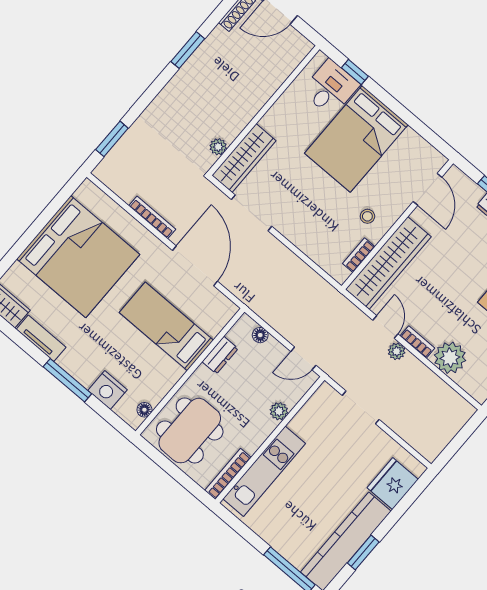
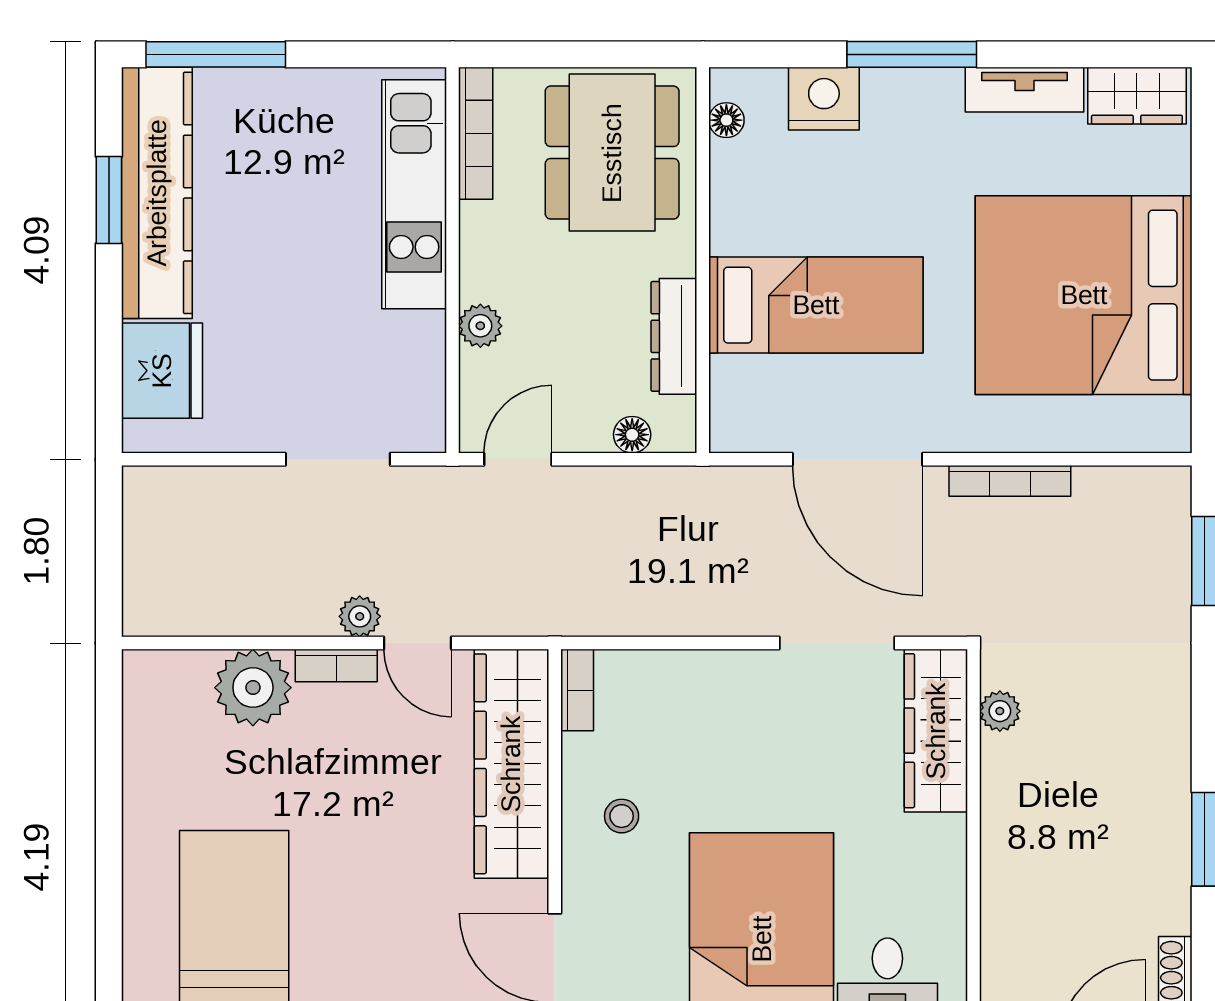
bookcase: (359, 255) -> (577, 690), moved
dresser: (220, 355) -> (674, 336), width x1.44

